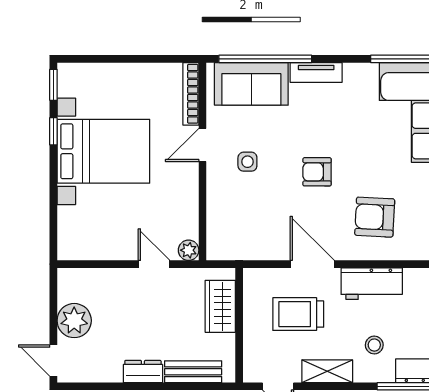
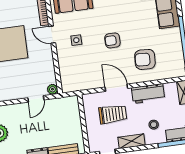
door: (202, 145) -> (52, 35), hinge flipped
door: (154, 264) -> (36, 99), swing flipped
wardrobe: (220, 306) -> (73, 116), removed
trolley: (298, 314) -> (113, 114), turned 180

